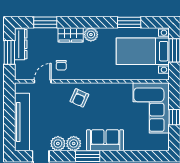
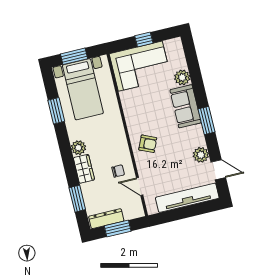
plant: (74, 143) -> (182, 77), moved

